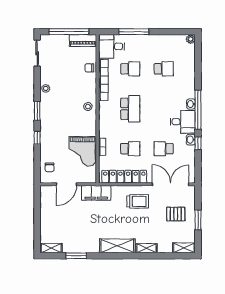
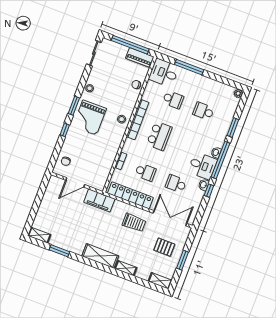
school desk: (164, 69) -> (203, 111), turned 180
window: (198, 74) -> (233, 128), added
bookcase: (103, 80) -> (138, 119), moved
grand piano: (82, 151) -> (90, 118), moved

